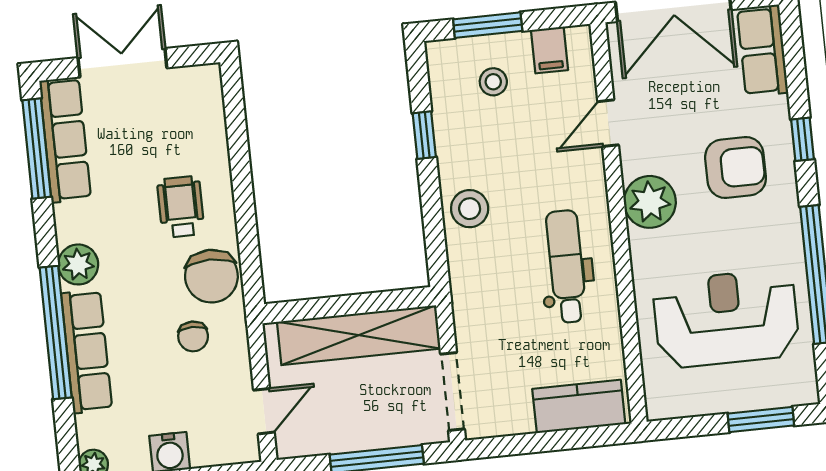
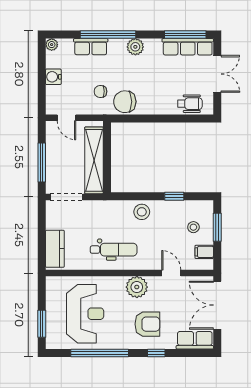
armchair: (736, 168) -> (147, 324), turned -90
wheelchair: (181, 207) -> (190, 104), moved
row of seats: (87, 351) -> (91, 47), width x0.68

